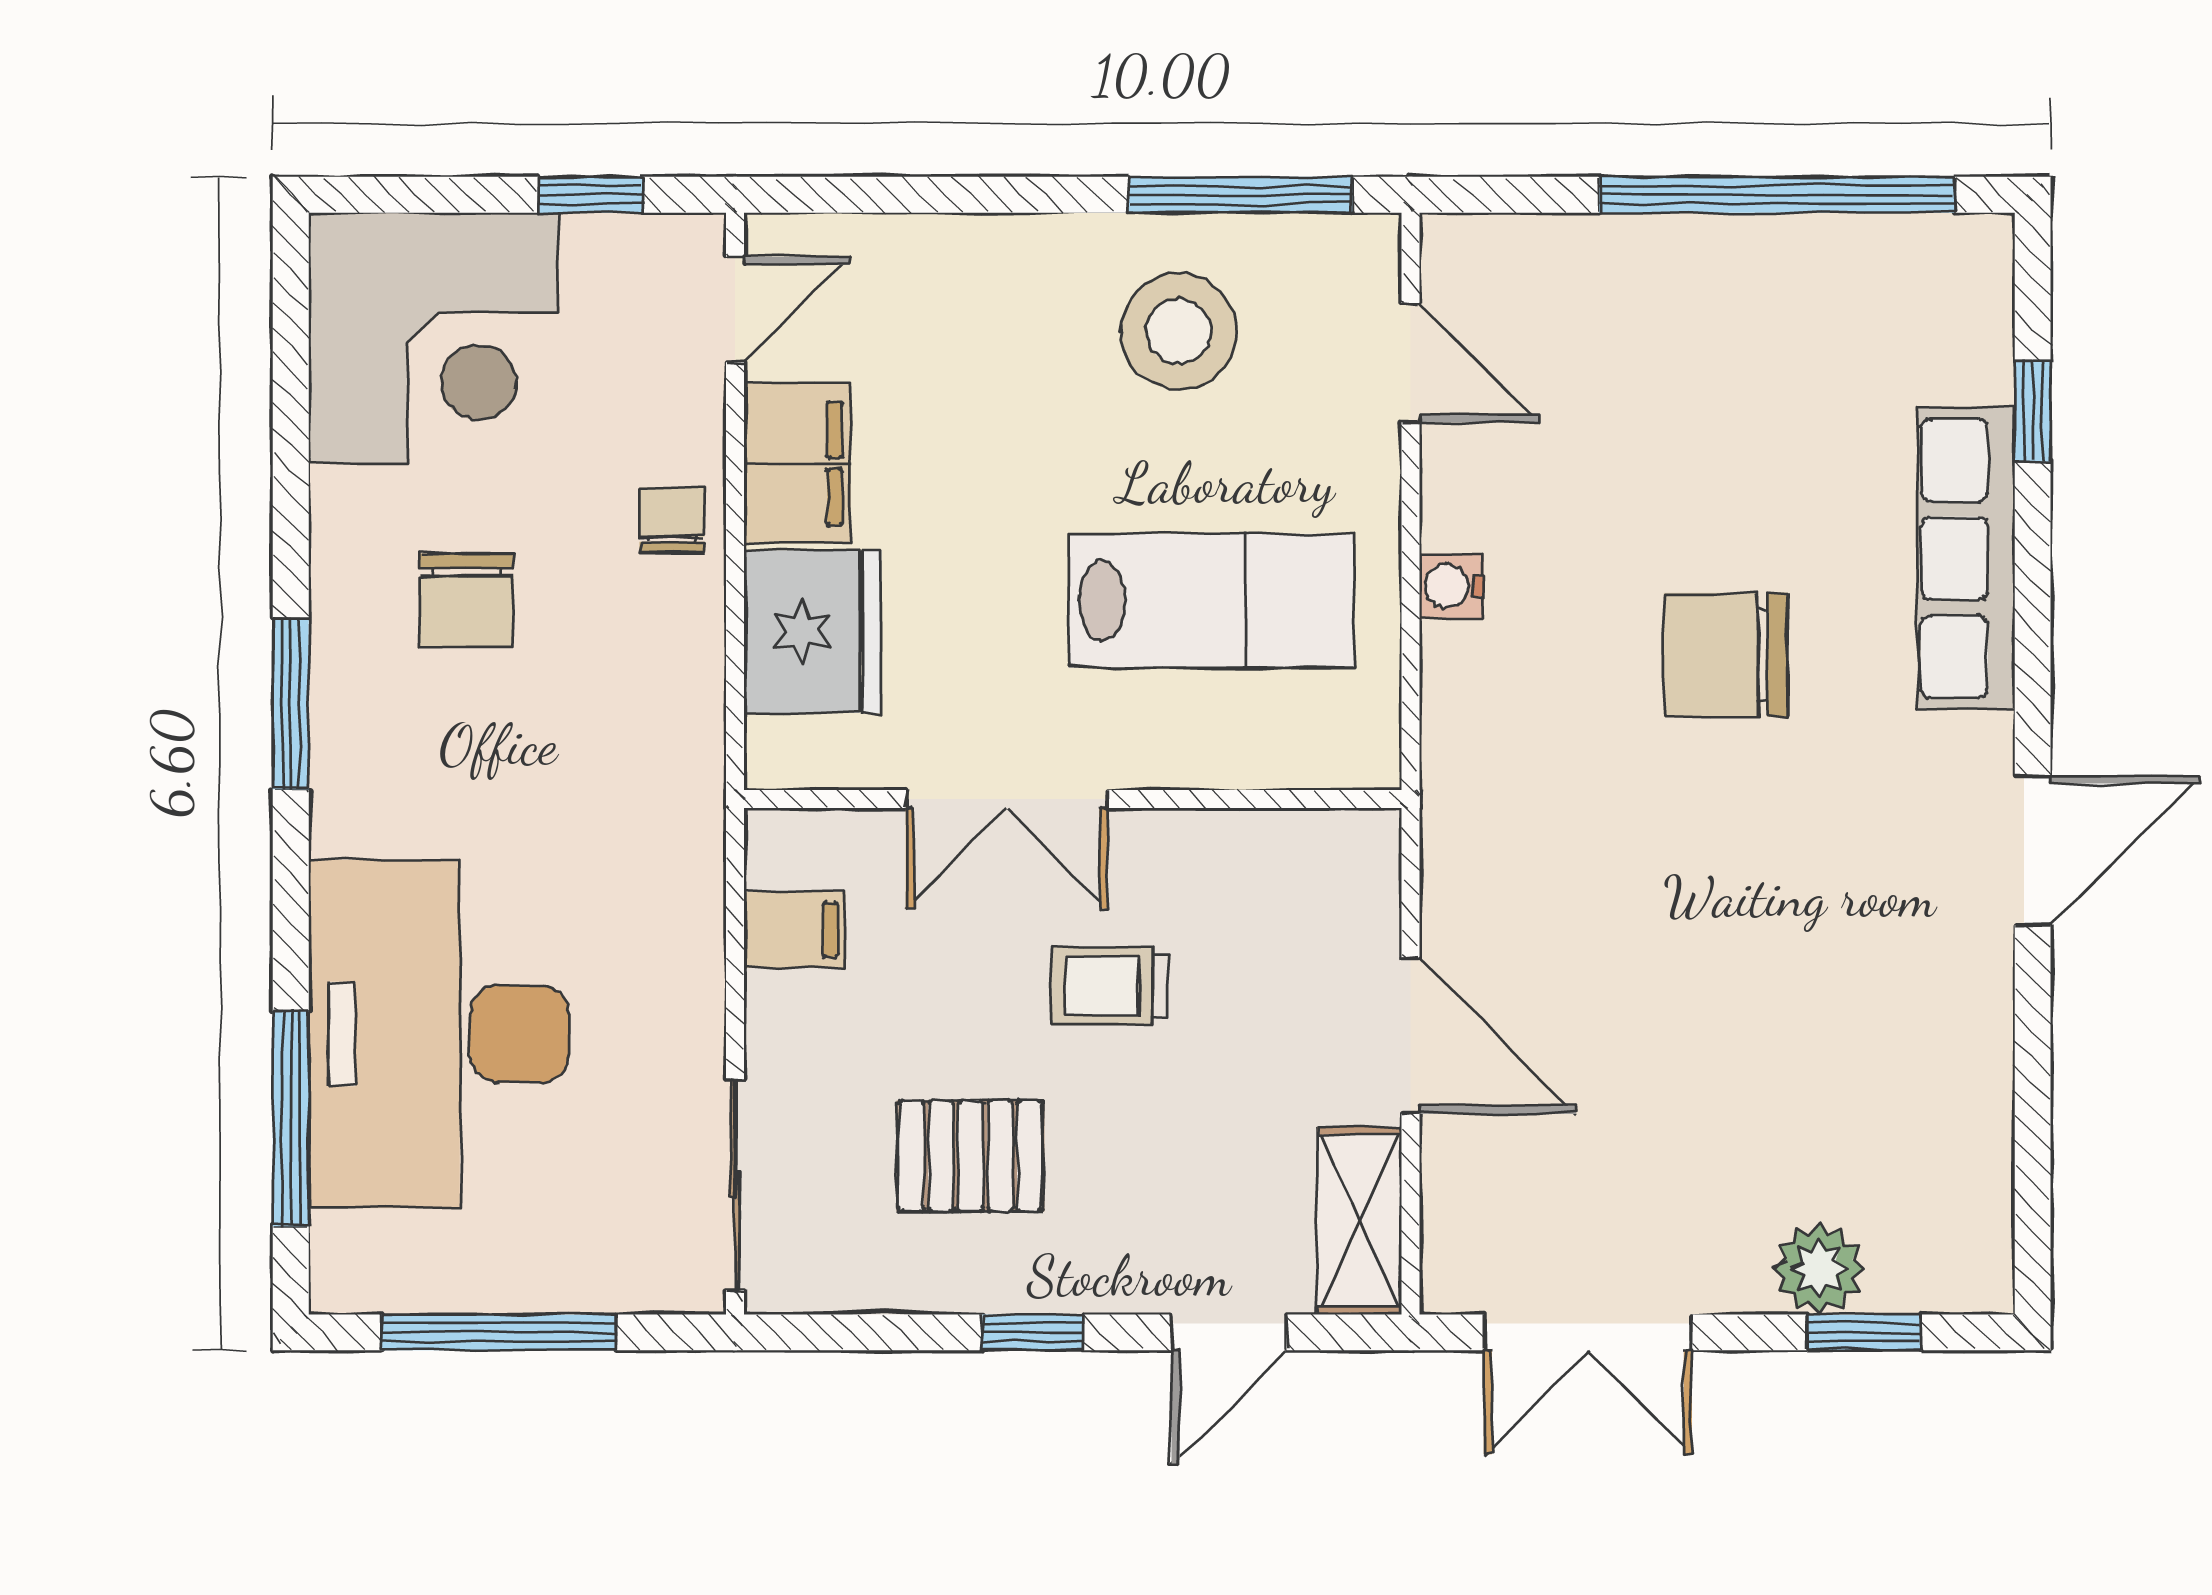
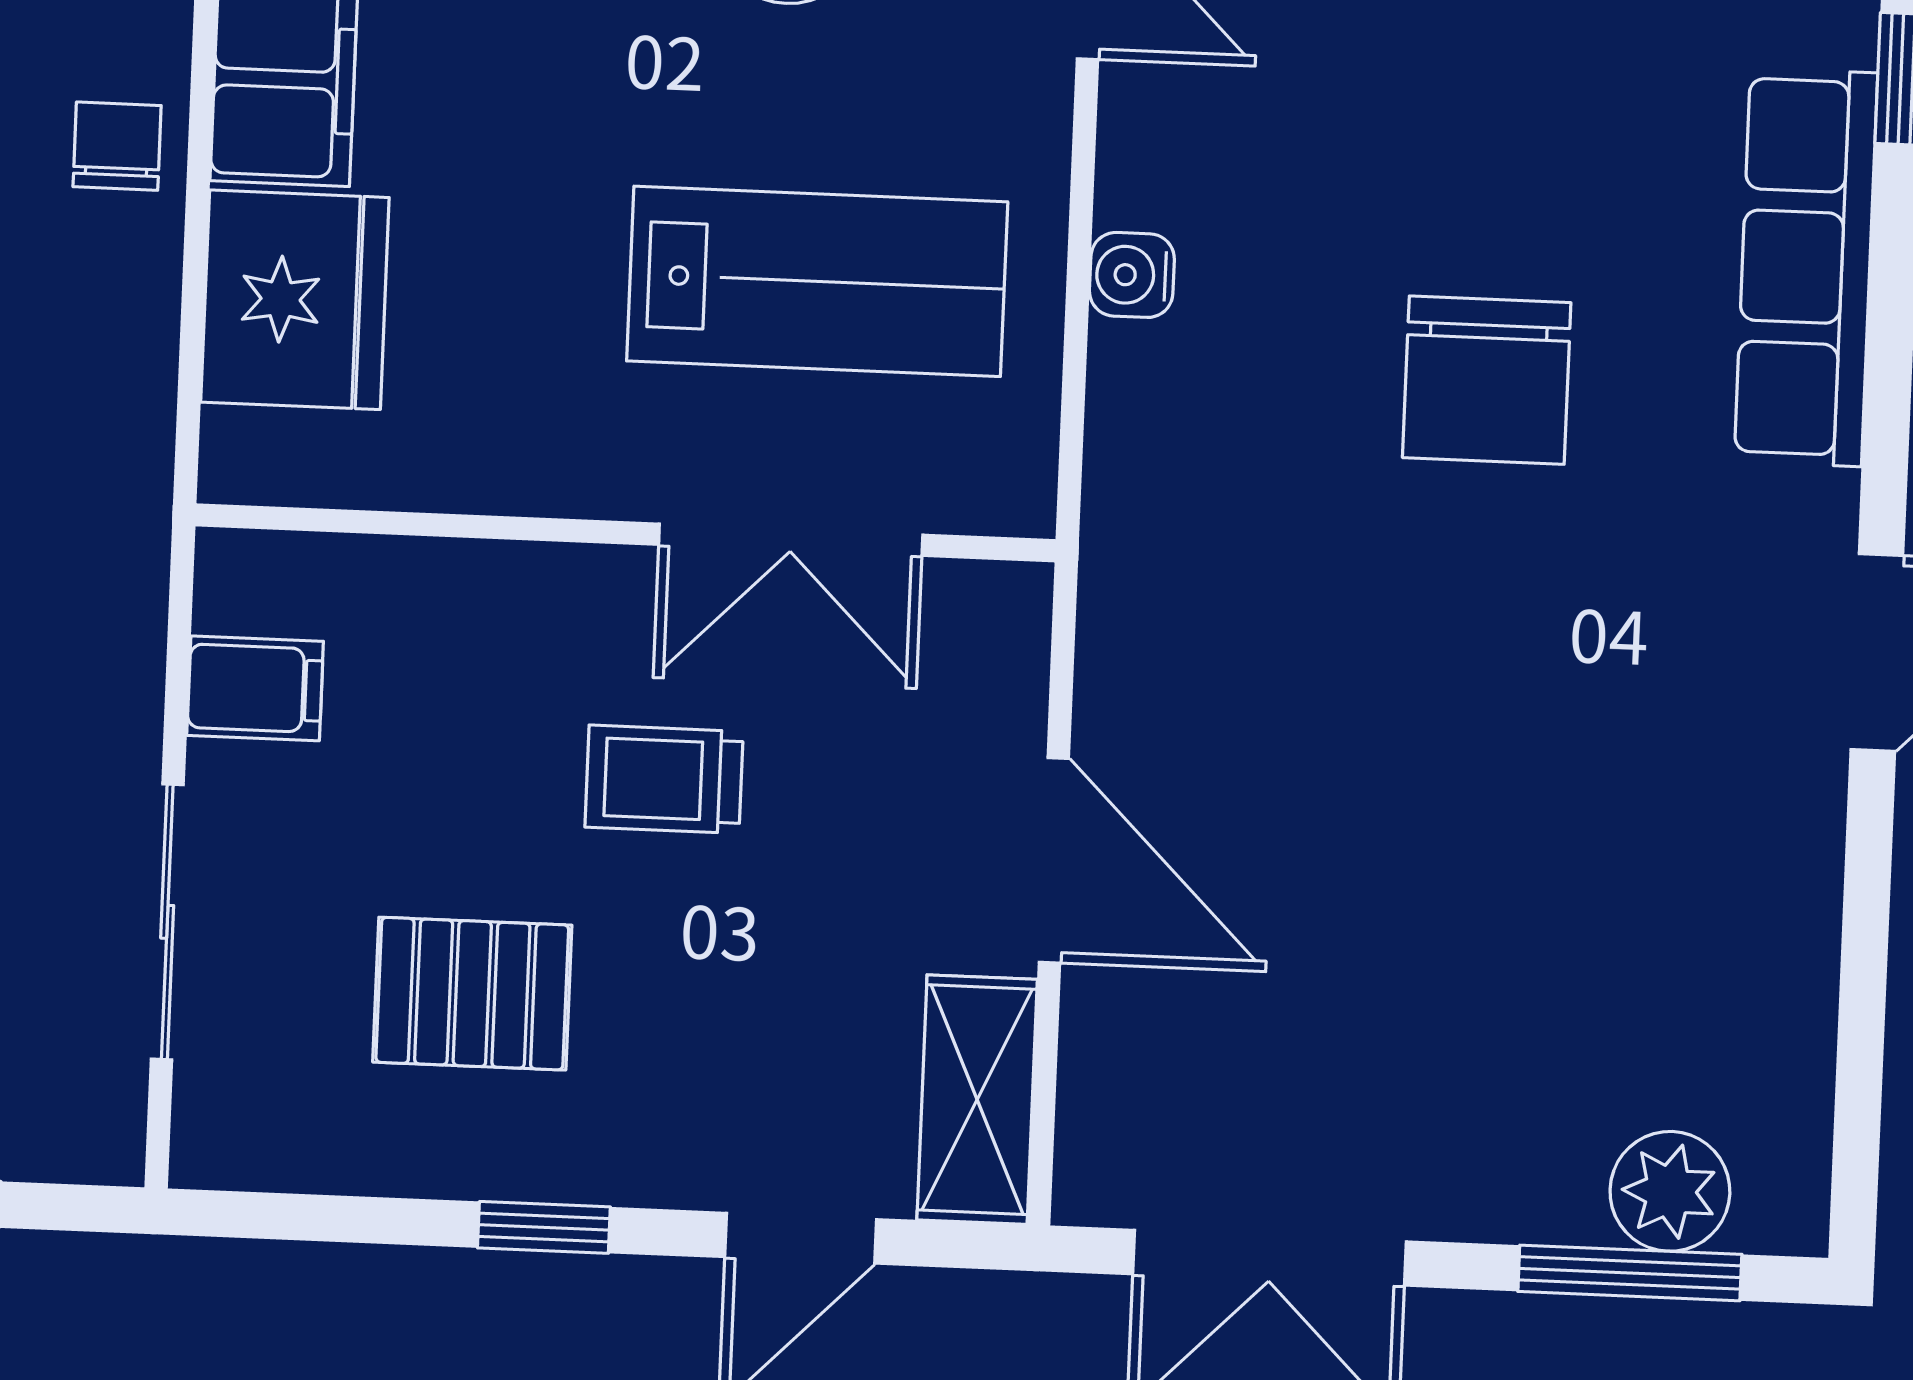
chair: (1726, 655) -> (1487, 380), turned -90
double door: (1007, 799) -> (791, 540), moved
sliding door: (735, 1185) -> (167, 922), moved
plant: (1819, 1269) -> (1670, 1191), moved
window: (1864, 1332) -> (1630, 1273), width x1.50

